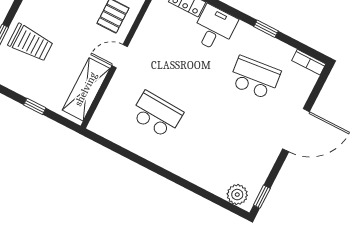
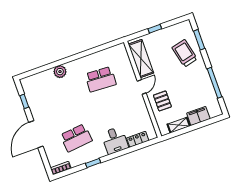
trolley: (31, 43) -> (185, 53), turned 77
plant: (237, 195) -> (60, 72), moved
window: (262, 197) -> (24, 101), moved

